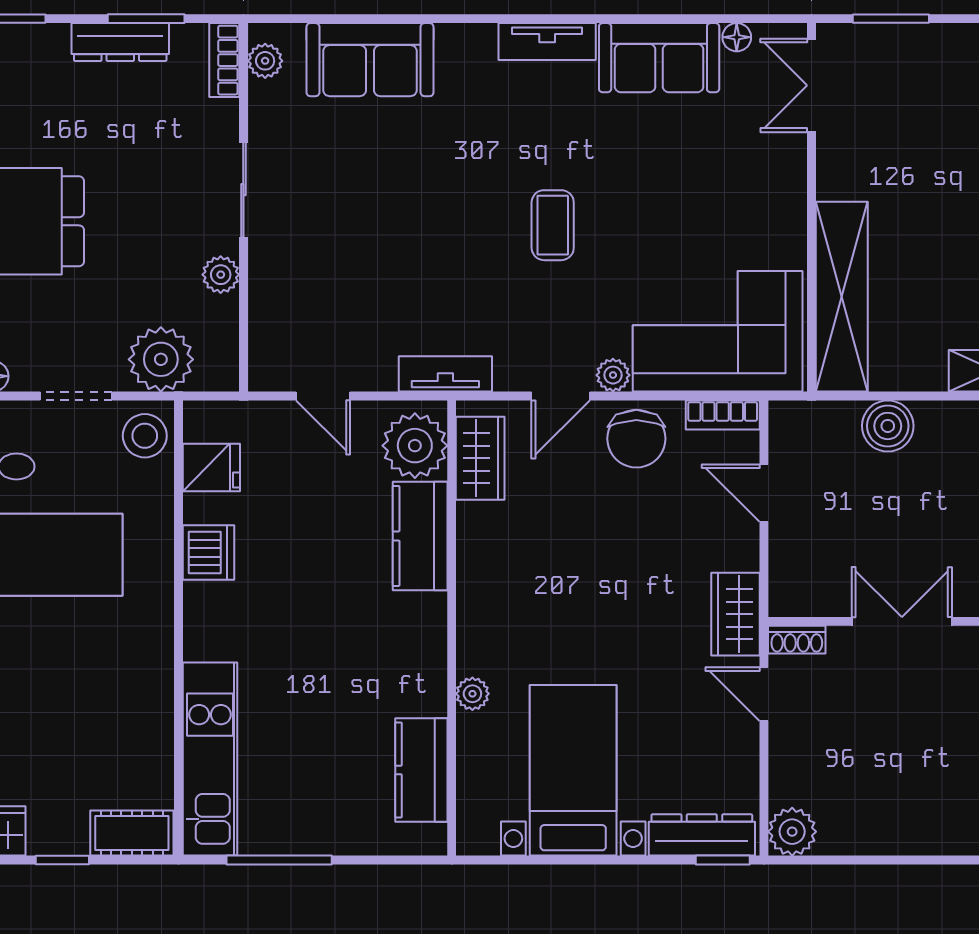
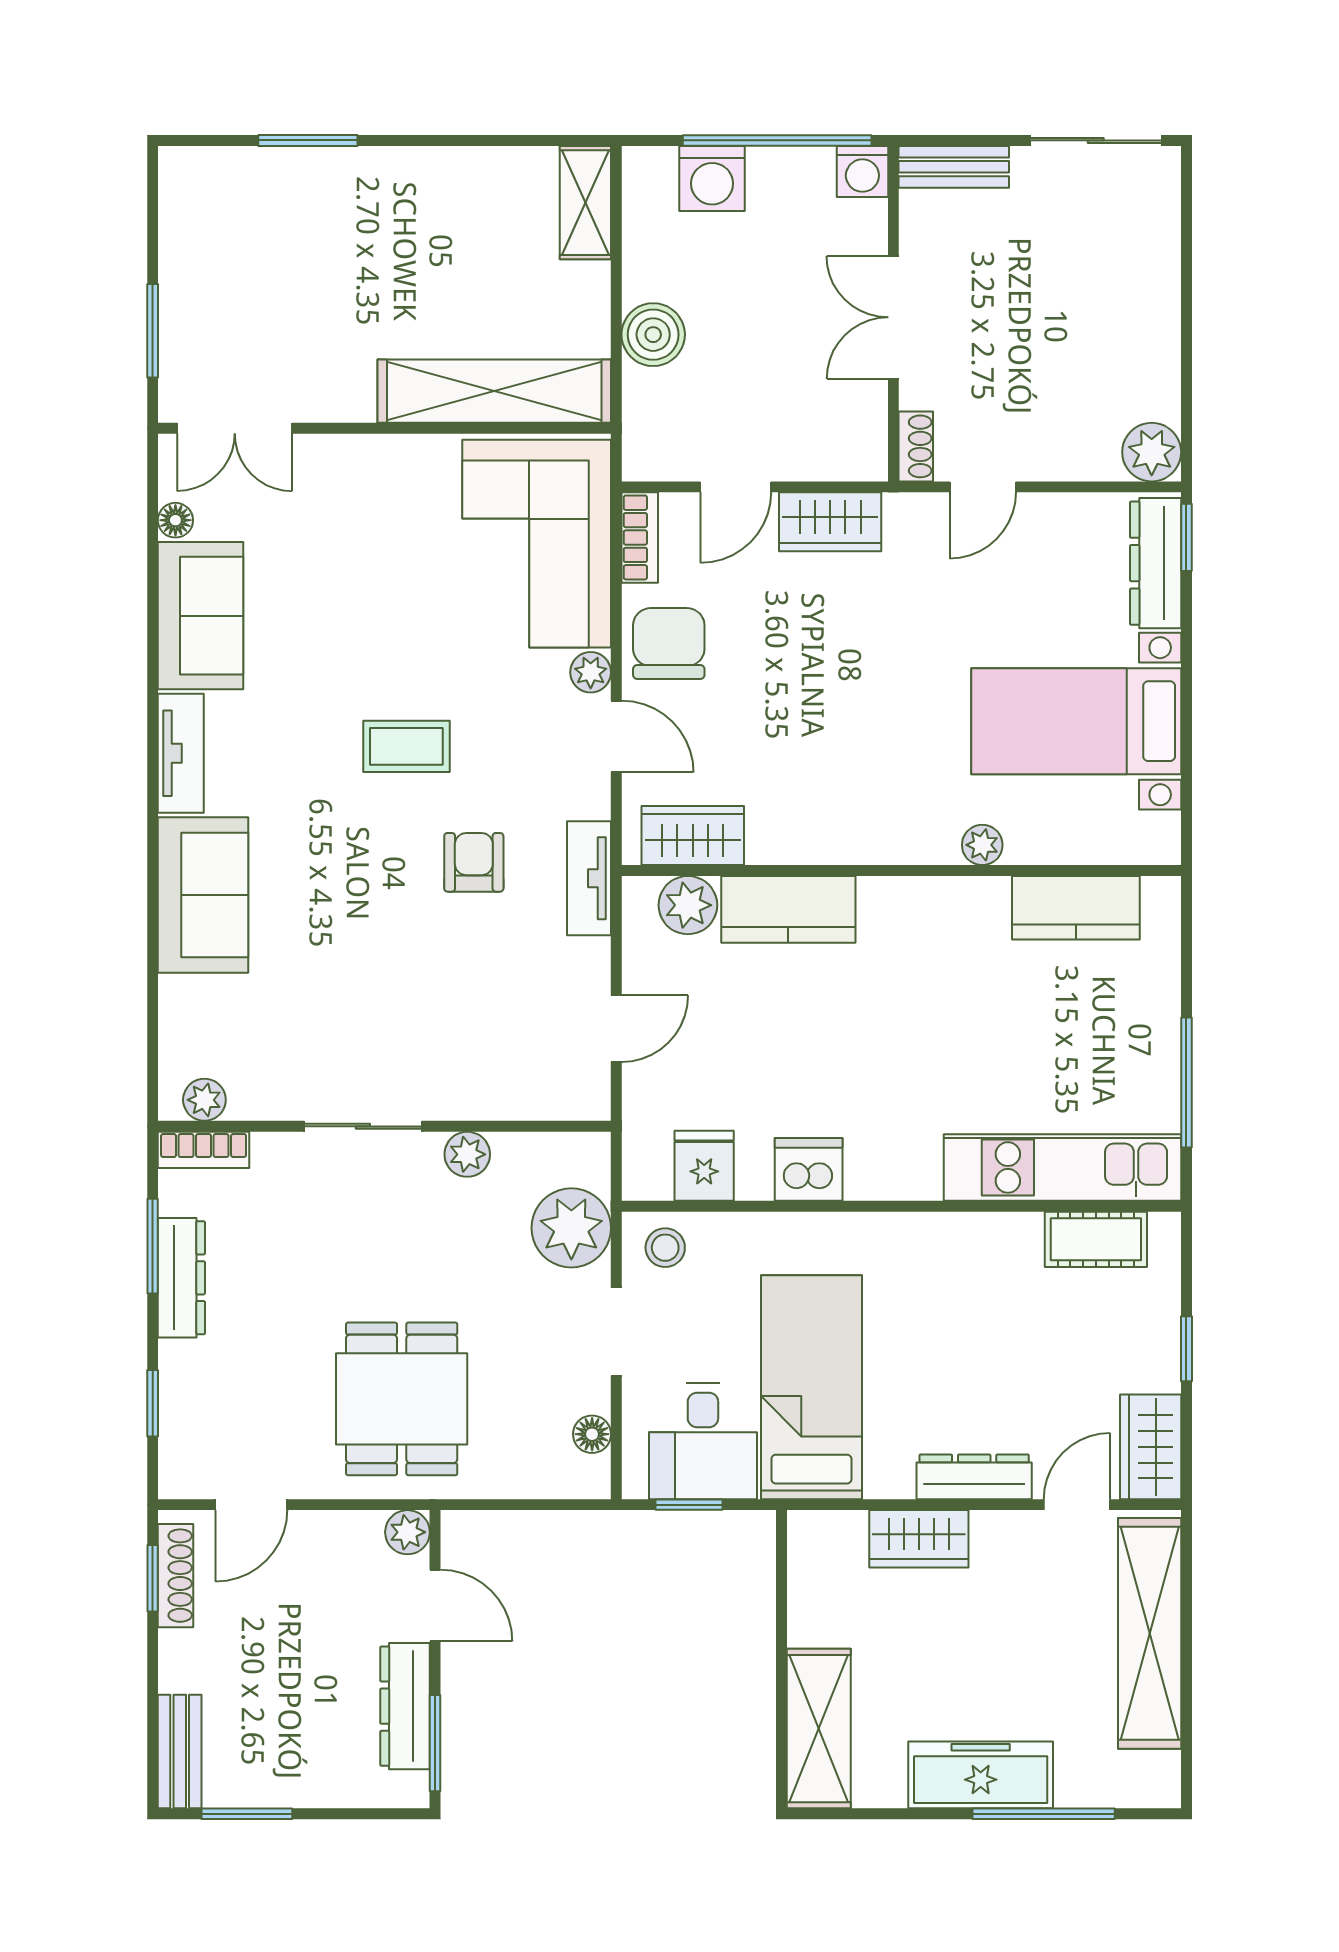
sofa: (370, 60) -> (203, 895), moved
armchair: (458, 280) -> (474, 862), added
stool: (145, 436) -> (665, 1248), width x0.73, depth x0.73
chair: (636, 439) -> (669, 644), turned -90
plant: (415, 446) -> (688, 905), width x0.73, depth x0.73
wardrobe: (735, 614) -> (830, 522), moved
cot: (132, 833) -> (1096, 1239), moved, turned 90

